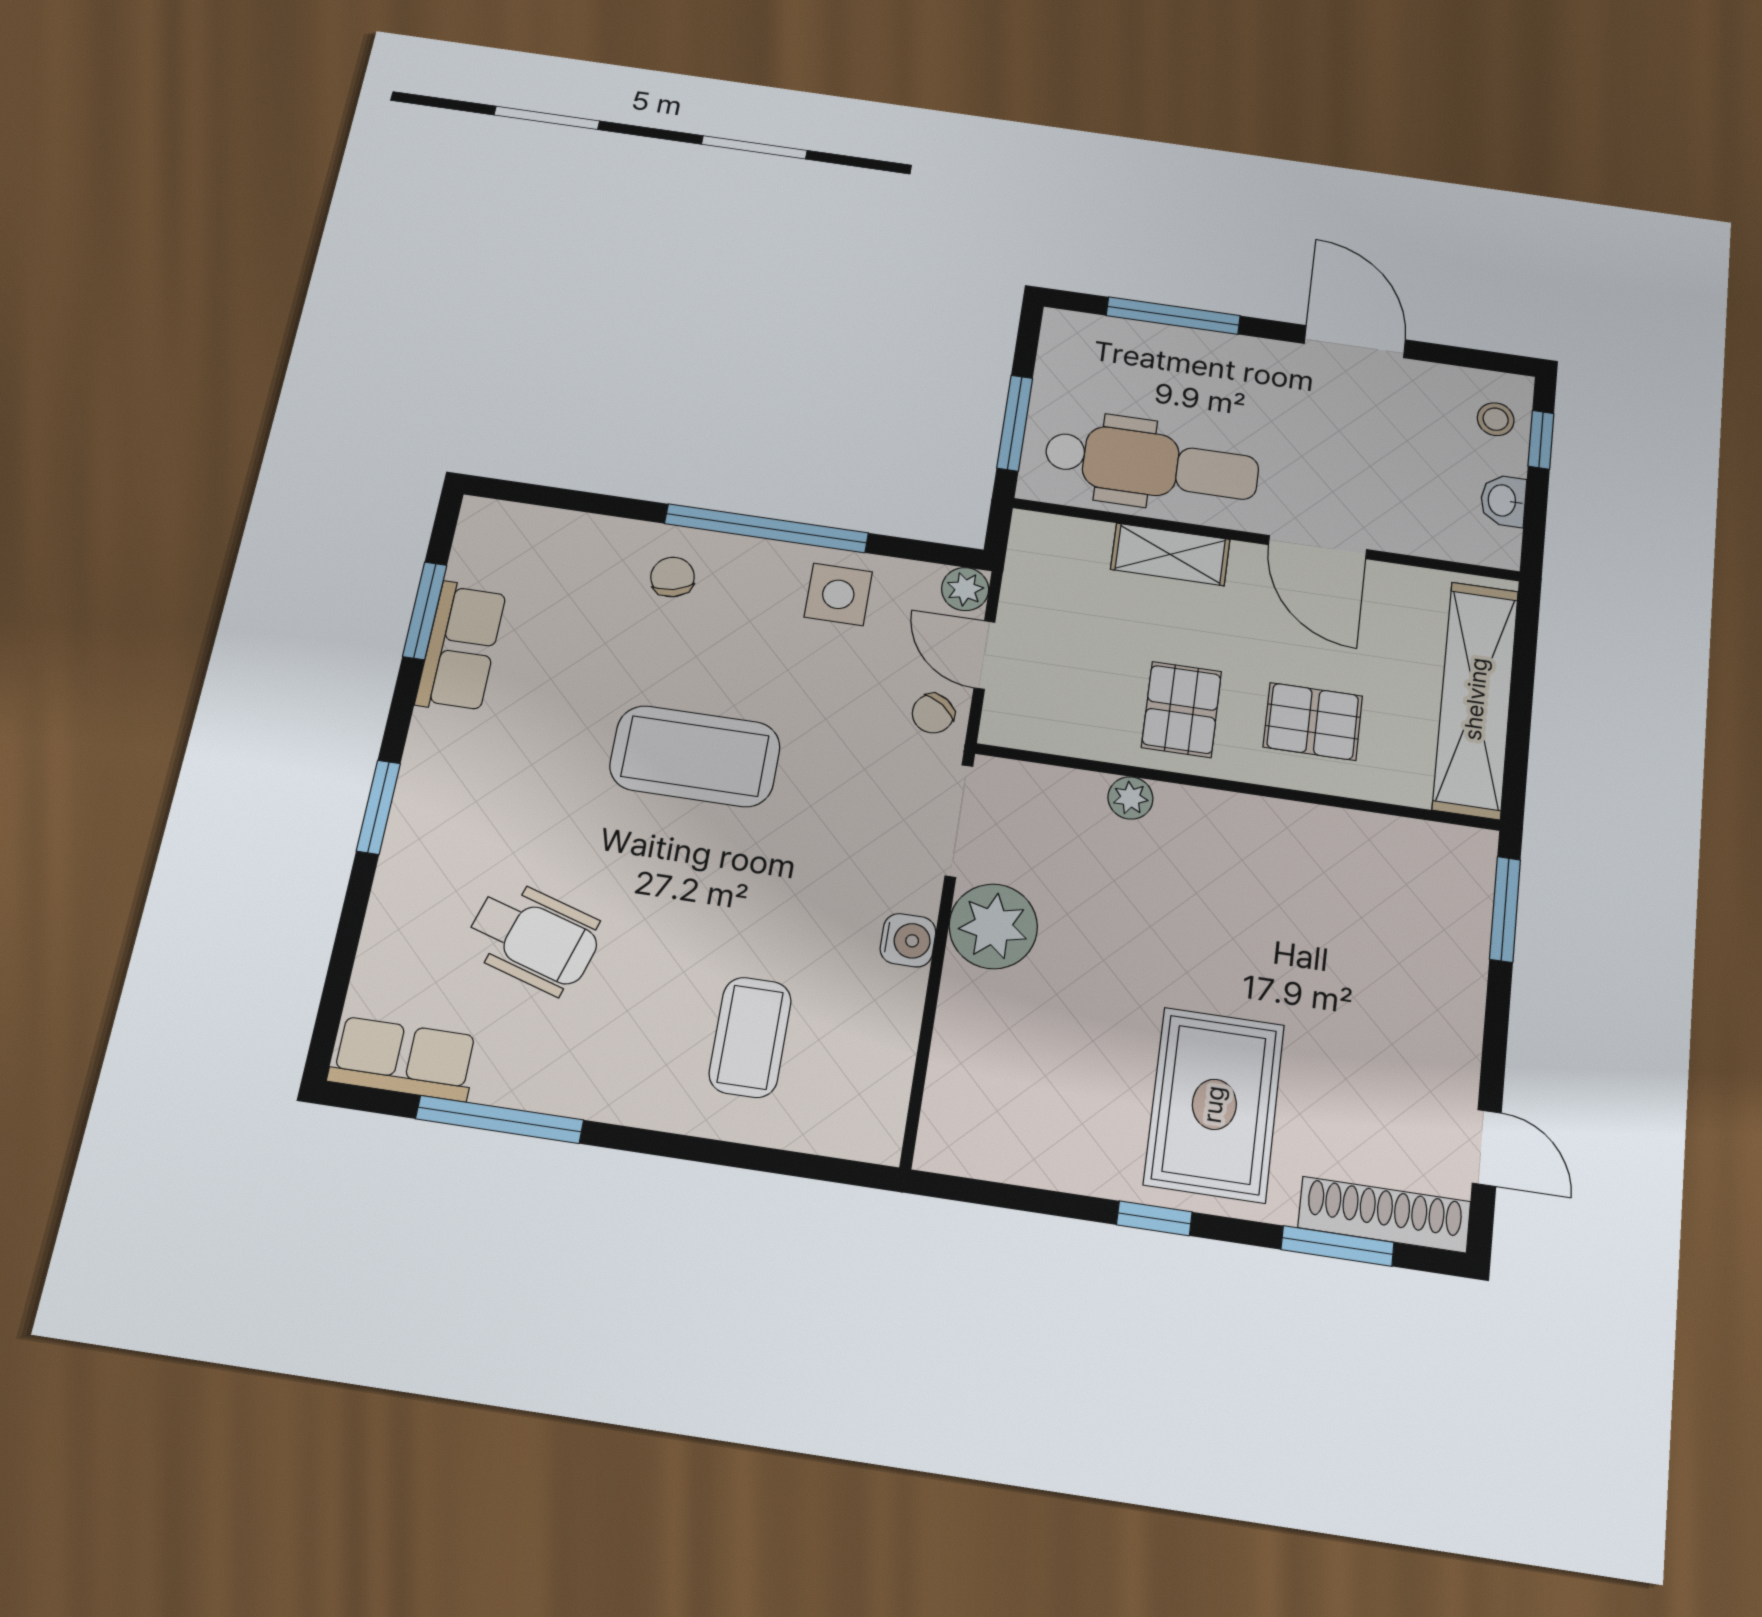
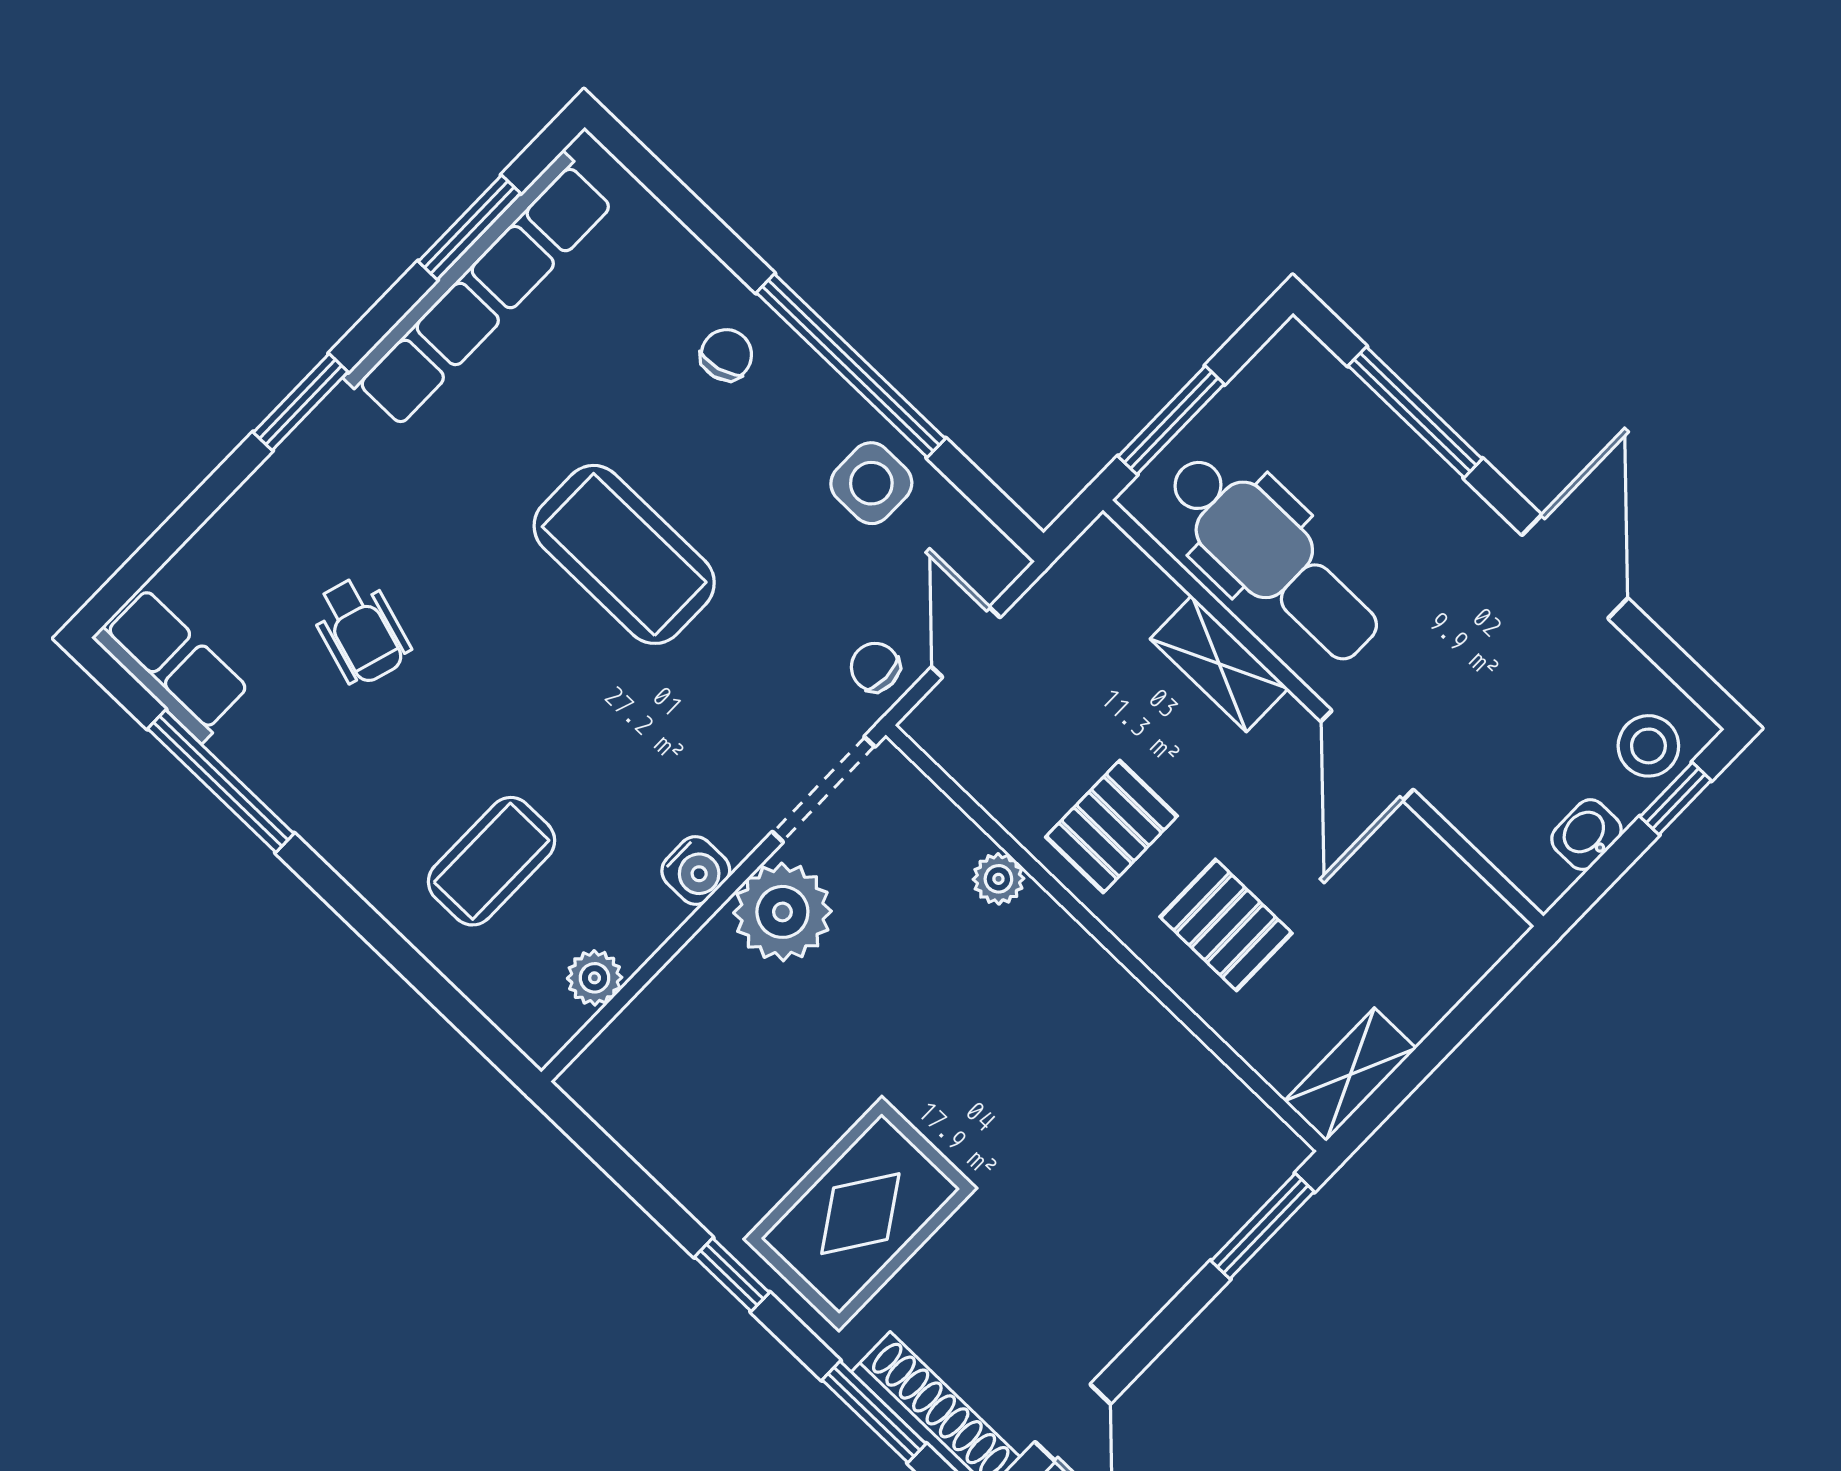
stool: (1496, 419) -> (1648, 746), width x1.37, depth x1.37
plant: (965, 589) -> (595, 978), moved
row of seats: (461, 647) -> (479, 290), width x2.02
shelving: (1476, 699) -> (1350, 1075), width x0.45, depth x0.75
chair: (933, 713) -> (875, 667), turned 54
wheelchair: (534, 938) -> (360, 630), width x0.73, depth x0.73

